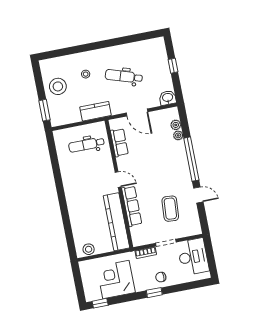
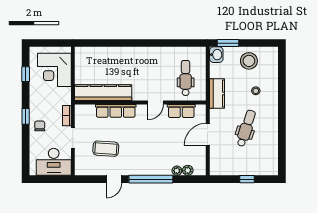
washbasin: (168, 98) -> (216, 55), moved
door: (118, 179) -> (155, 102), moved
stool: (89, 249) -> (81, 60), removed
corner desk: (116, 280) -> (54, 70), moved, turned 180
window: (100, 303) -> (26, 74), moved

